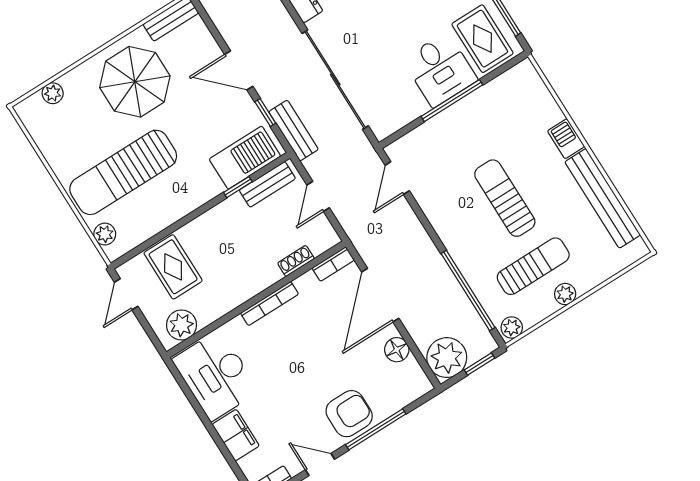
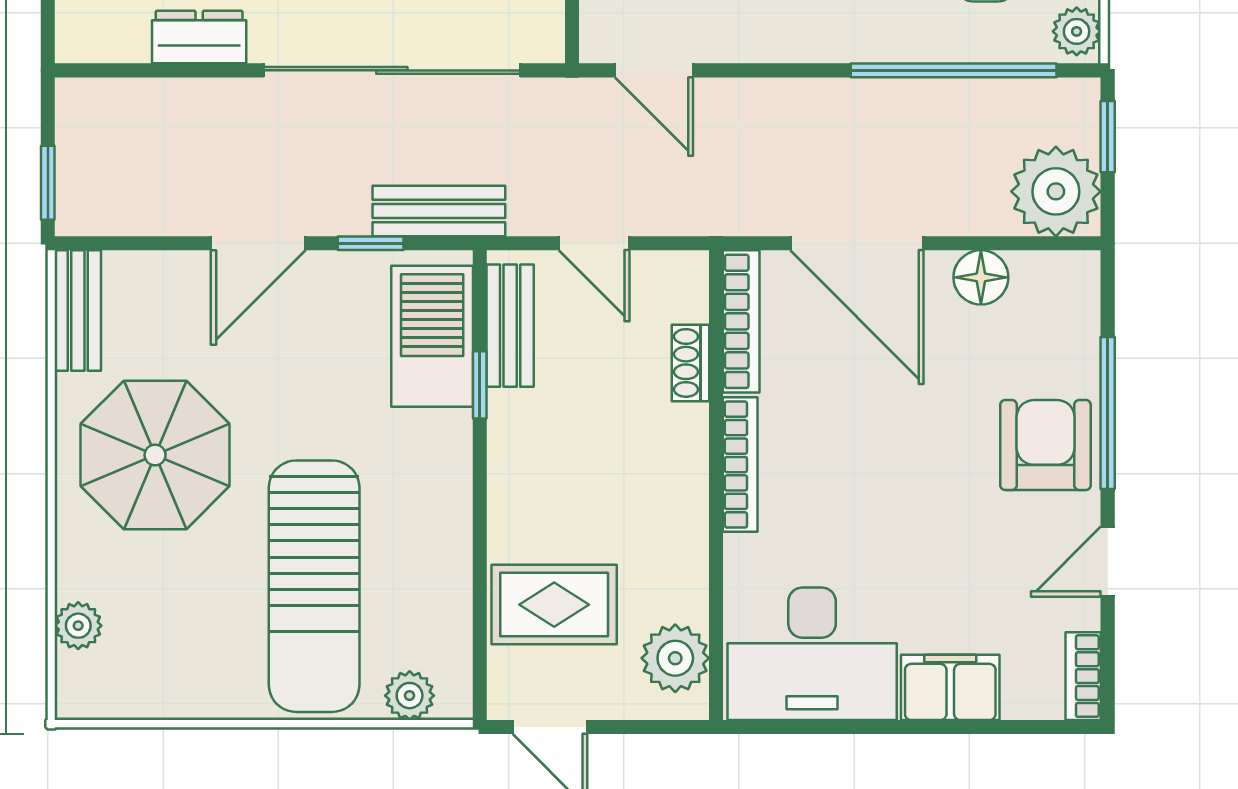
bookcase: (333, 264) -> (741, 321), width x1.56

